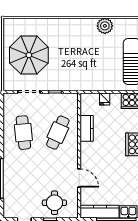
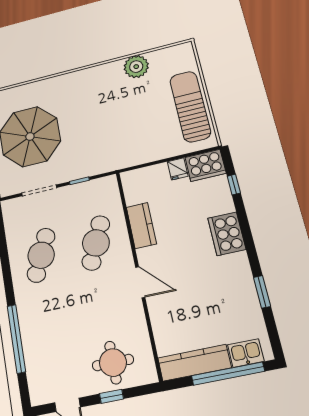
fridge: (105, 99) -> (178, 169), moved
cafe table: (23, 133) -> (41, 255), turned 30
door: (79, 178) -> (140, 282), moved

